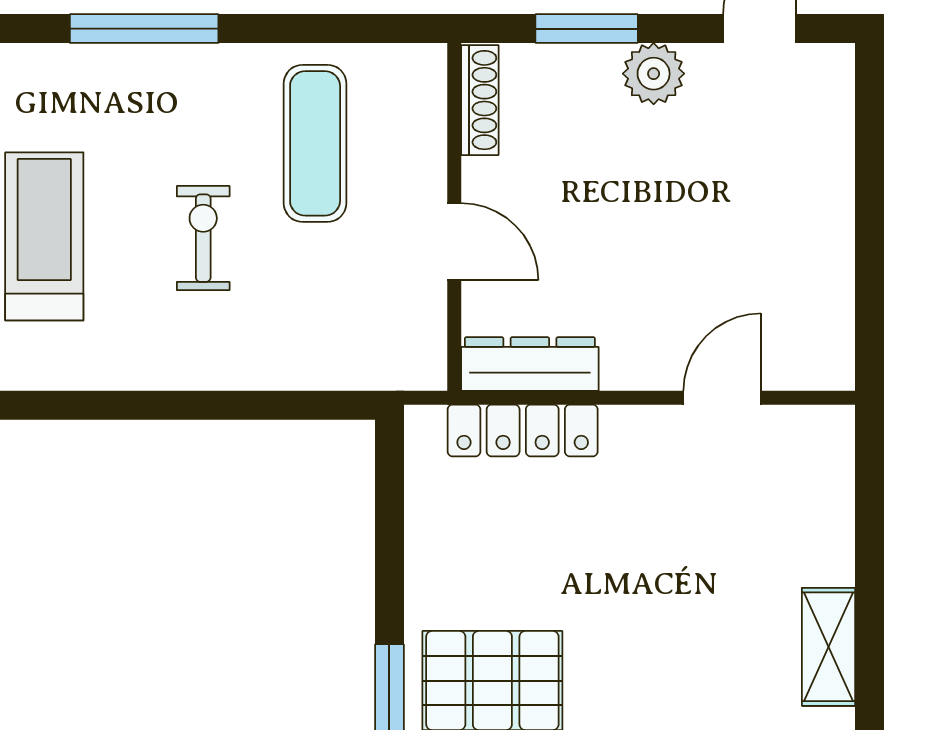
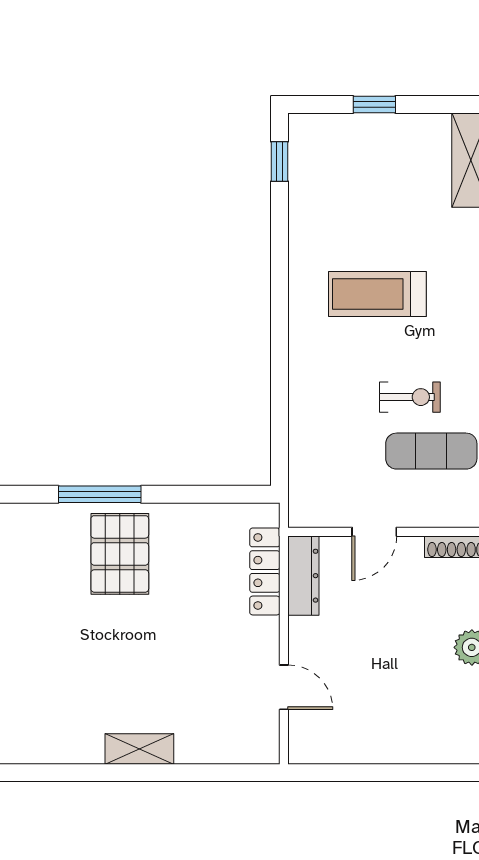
treadmill: (44, 236) -> (377, 294), turned 180
exercise bike: (203, 238) -> (410, 397), moved

